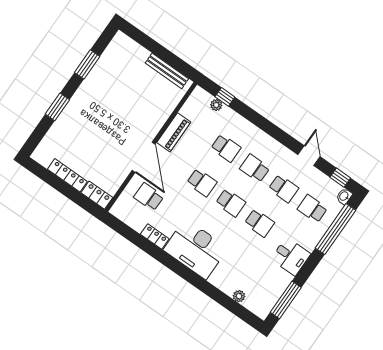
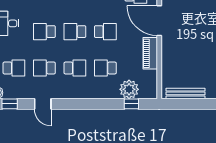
plant: (216, 105) -> (129, 89), width x1.87, depth x1.87
school desk: (202, 183) -> (105, 32), turned 180

